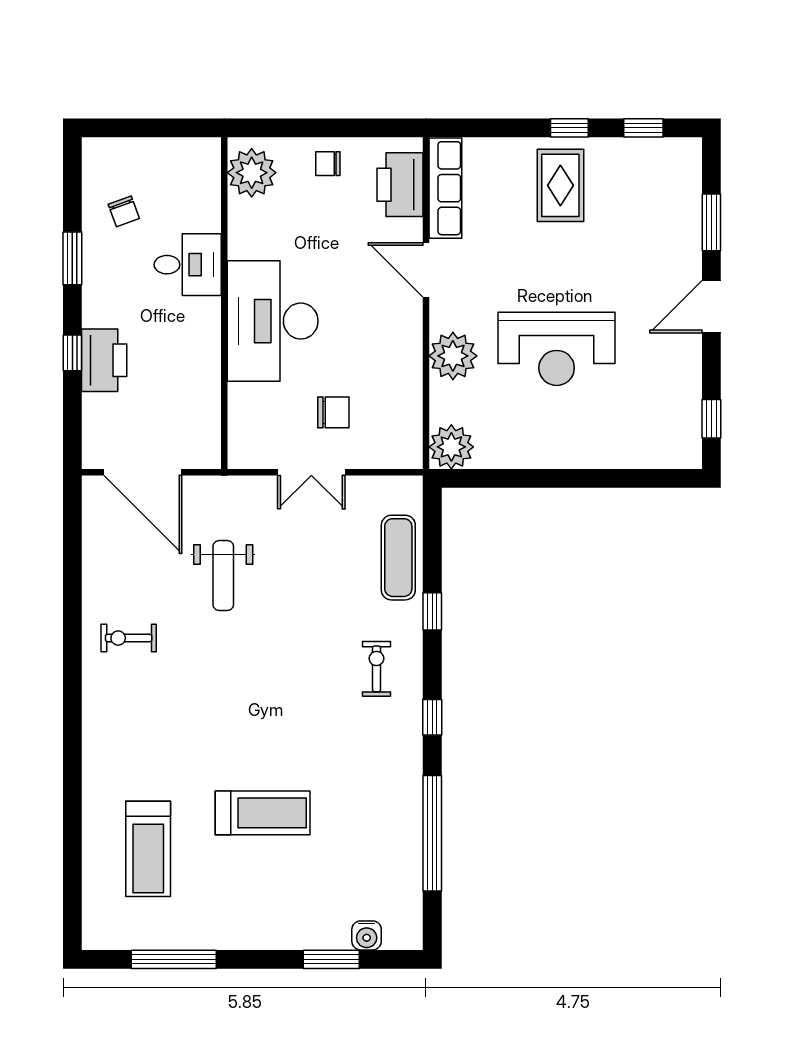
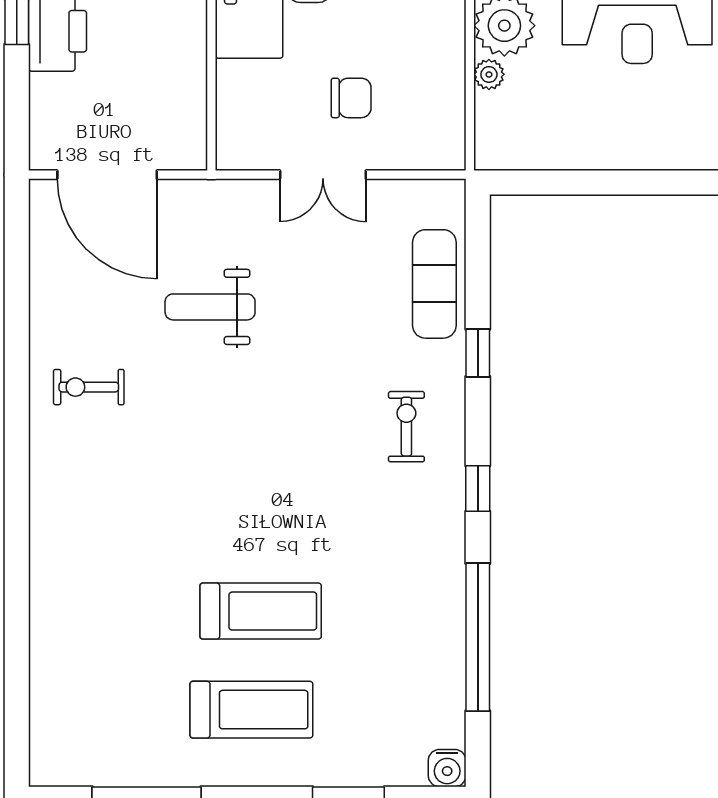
plant: (451, 447) -> (489, 74), moved, width x0.53, depth x0.53
weight bench: (223, 575) -> (210, 307), turned 90
treadmill: (148, 849) -> (251, 710), moved, turned -90
water cooler: (367, 935) -> (447, 768), moved

